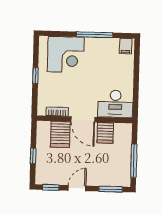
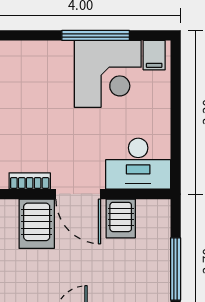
corner desk: (66, 54) -> (108, 74), moved

